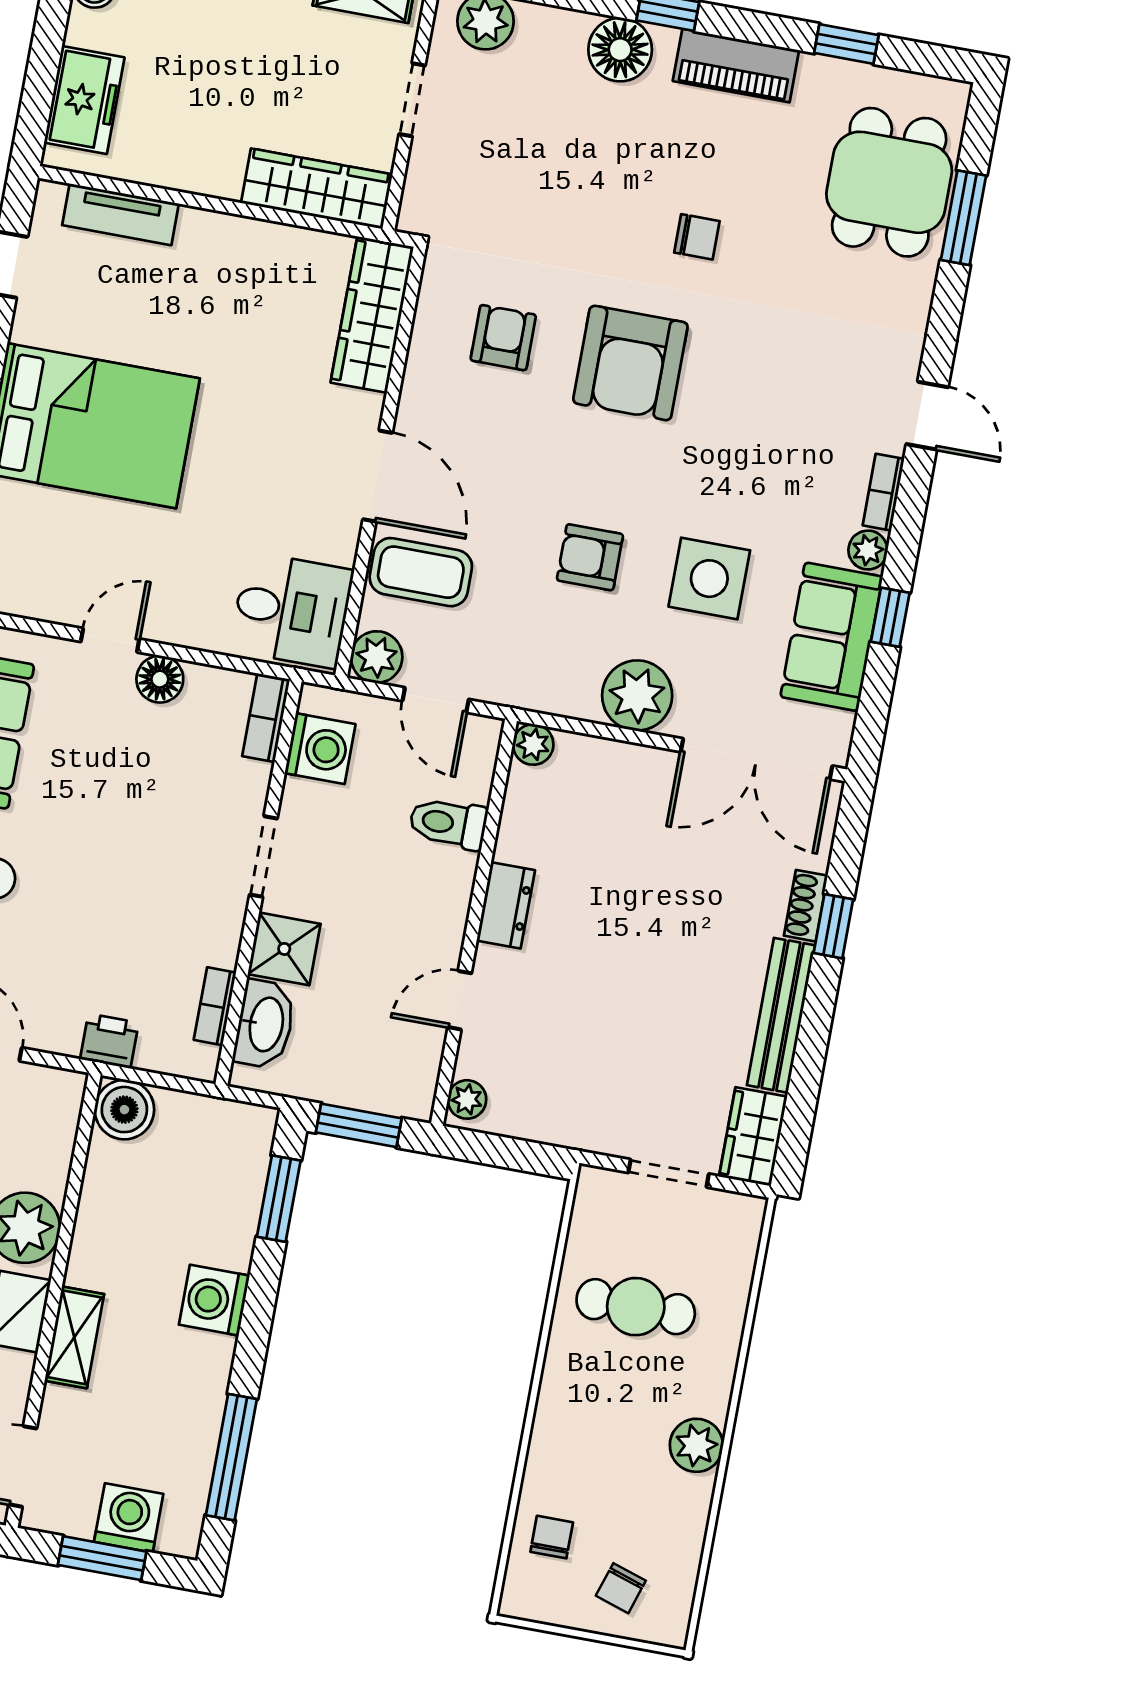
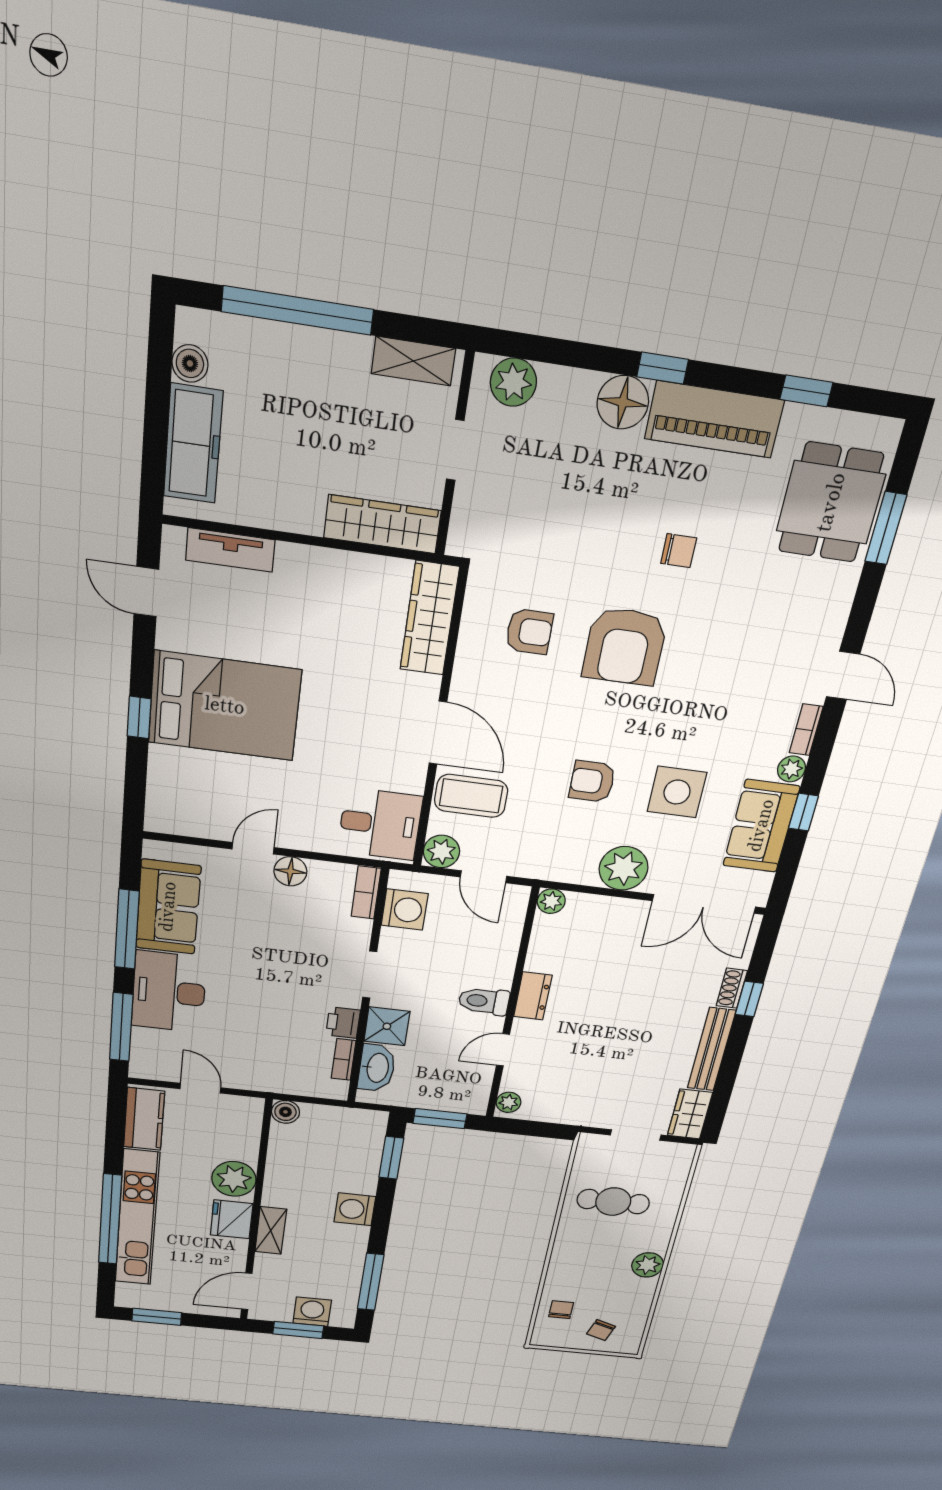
piano: (736, 66) -> (714, 420), width x1.37, depth x1.33
freezer: (84, 100) -> (193, 444), width x1.40
armchair: (503, 338) -> (529, 632), turned 90
toilet: (448, 823) -> (484, 1001), moved
printer: (109, 1041) -> (343, 1023), moved, turned -90
boiler: (124, 1110) -> (285, 1112), width x0.73, depth x0.73

